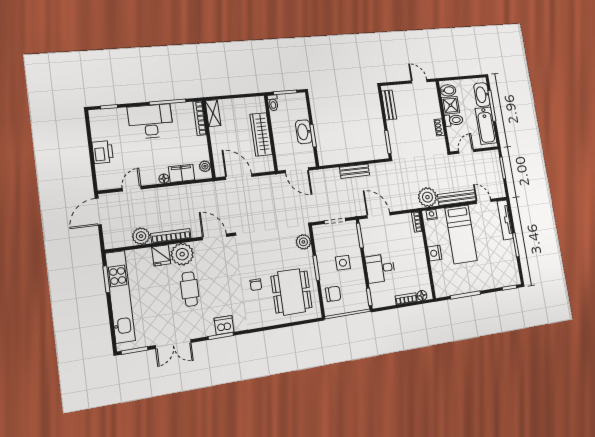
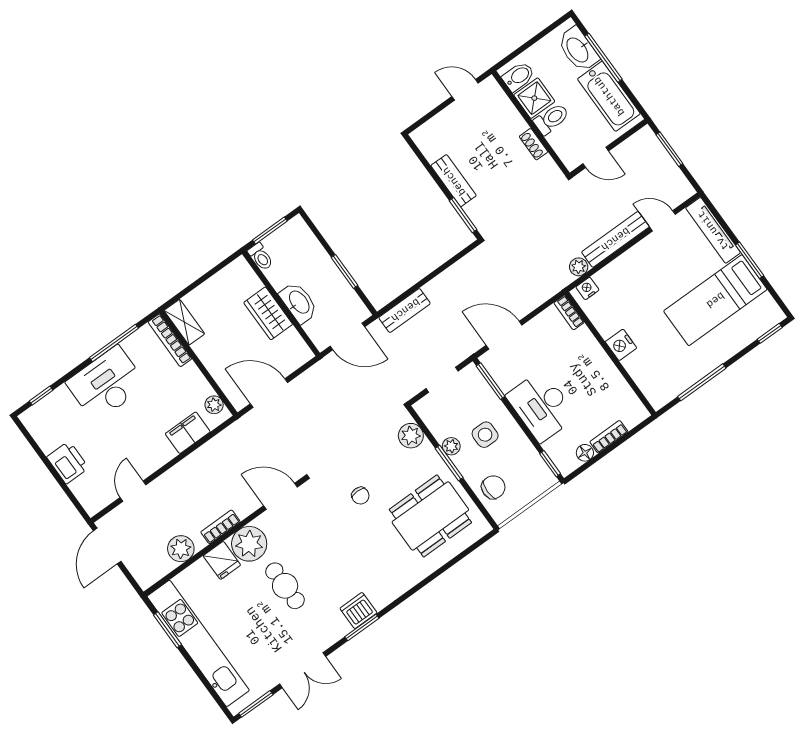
bench: (389, 105) -> (454, 181), moved
washbasin: (304, 132) -> (299, 303), moved, turned 180
wardrobe: (261, 134) -> (268, 313), width x0.67
door: (466, 151) -> (596, 157), swing flipped
bench: (355, 171) -> (405, 310), moved
floor lamp: (164, 179) -> (168, 453), removed
plant: (427, 197) -> (579, 267), width x0.53, depth x0.53
bed: (461, 234) -> (715, 300), moved, turned 90
bookcase: (171, 236) -> (220, 527), width x0.64
plant: (322, 259) -> (451, 446), added
desk: (380, 268) -> (541, 406), width x1.37
chair: (256, 285) -> (360, 496), moved
dining table: (292, 292) -> (430, 516), turned 90
floor lamp: (422, 295) -> (585, 453), moved

